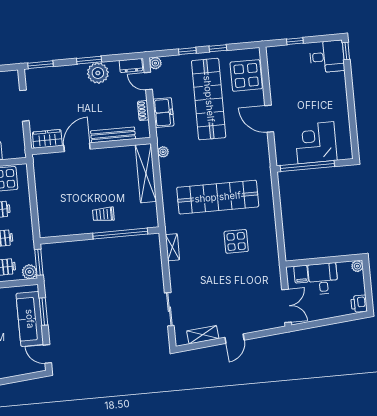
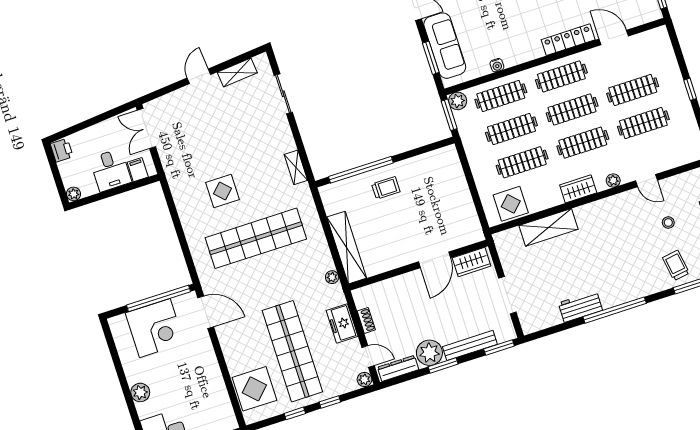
dresser: (131, 66) -> (398, 368), width x1.44
plant: (339, 93) -> (140, 392), added
door: (269, 119) -> (206, 312), moved
bench: (113, 135) -> (470, 345), moved

